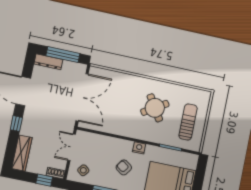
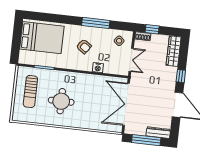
round table: (155, 108) -> (61, 101), turned 32
nightstand: (139, 148) -> (98, 68), moved

